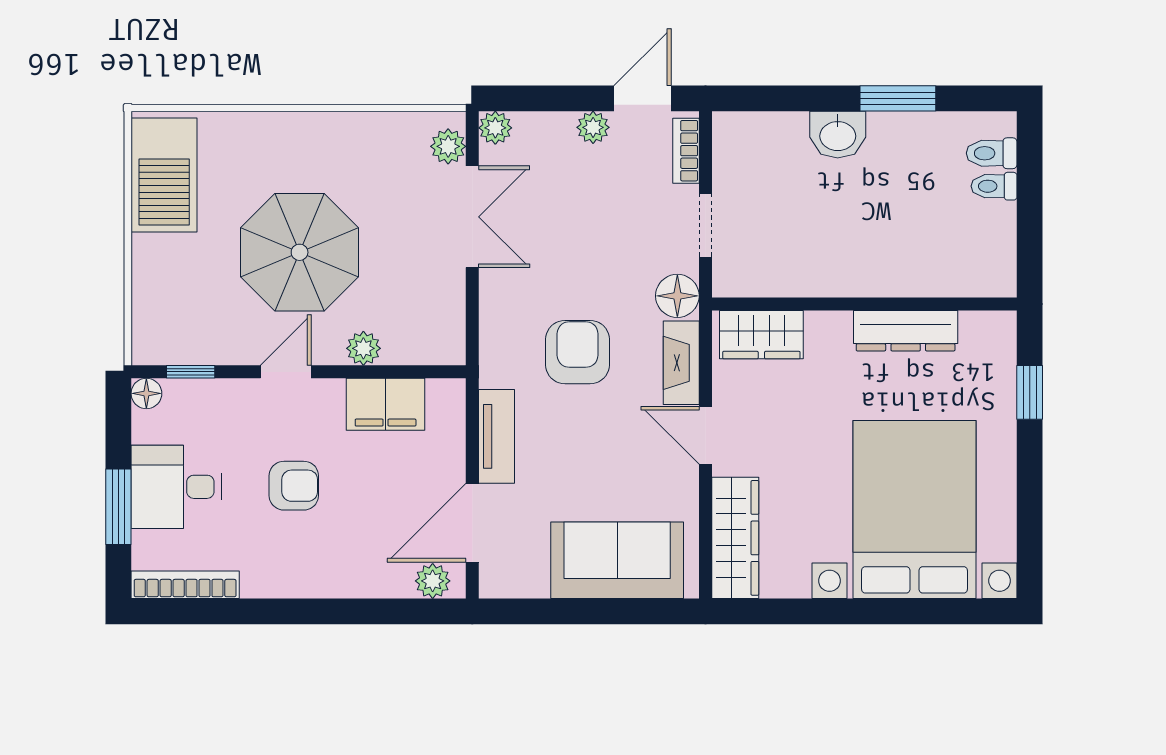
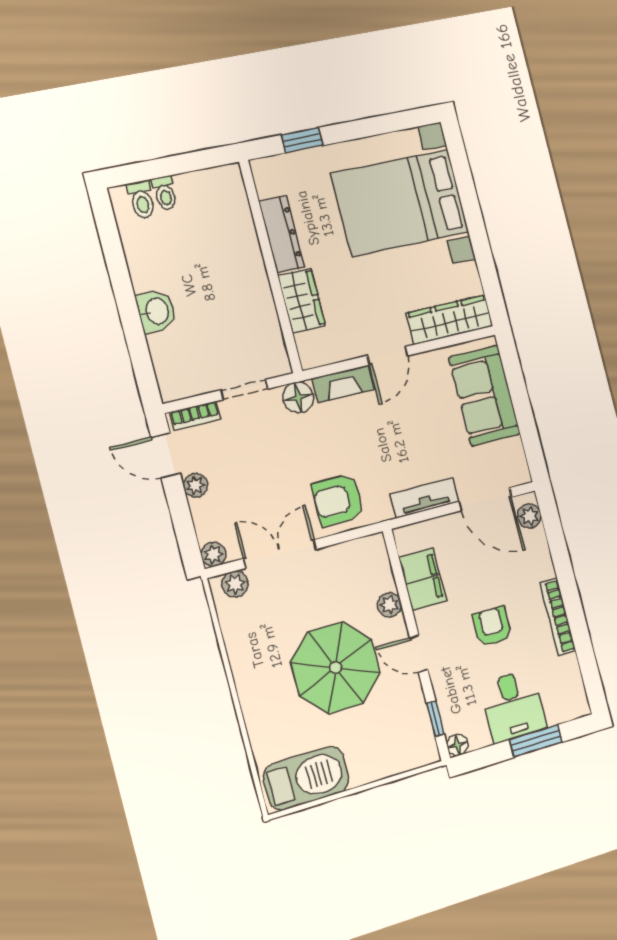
window: (898, 98) -> (119, 274), removed
wardrobe: (761, 335) -> (302, 301), moved
armchair: (578, 352) -> (338, 500), moved
bookcase: (185, 585) -> (558, 617), moved

